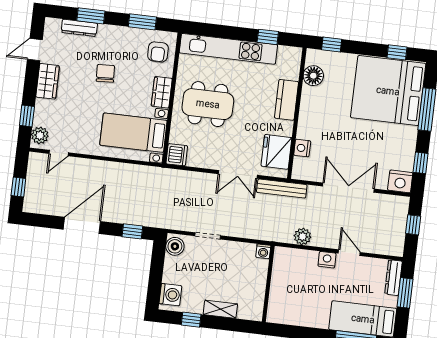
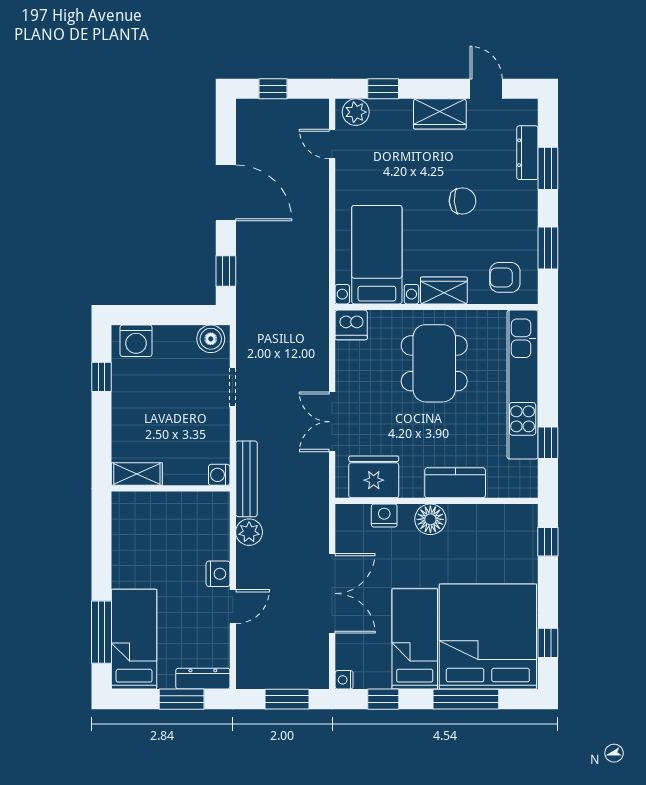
floor lamp: (313, 76) -> (430, 519), moved
bed: (384, 138) -> (415, 639), added
nightstand: (400, 181) -> (344, 680), width x0.53, depth x0.56
bench: (282, 189) -> (246, 479), moved
window: (413, 225) -> (287, 699), width x1.50
shelving: (220, 309) -> (137, 474), moved, turned 90

